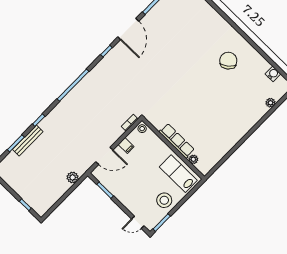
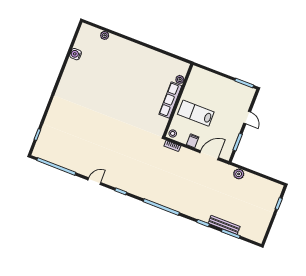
door: (128, 29) -> (94, 181), width x0.53
chair: (228, 61) -> (85, 86), removed
water cooler: (273, 74) -> (76, 54), moved
door: (104, 156) -> (209, 155), hinge flipped
lab bench: (178, 174) -> (196, 113), moved, turned 90
stool: (164, 200) -> (225, 89), removed
door: (138, 222) -> (247, 118), moved

